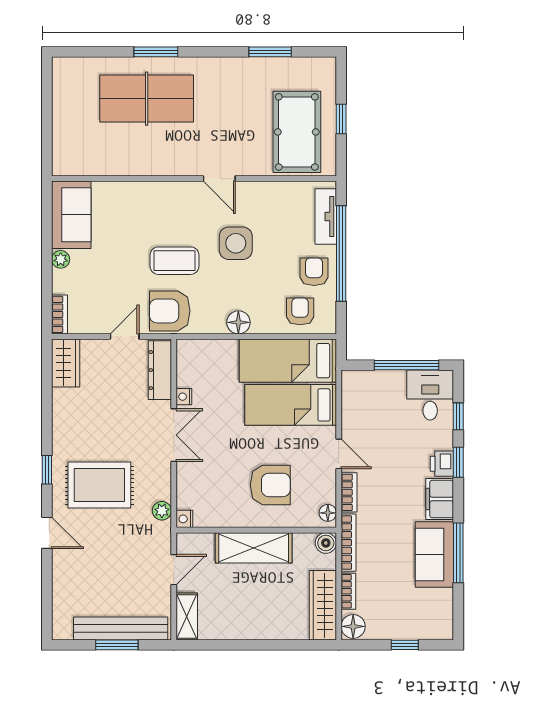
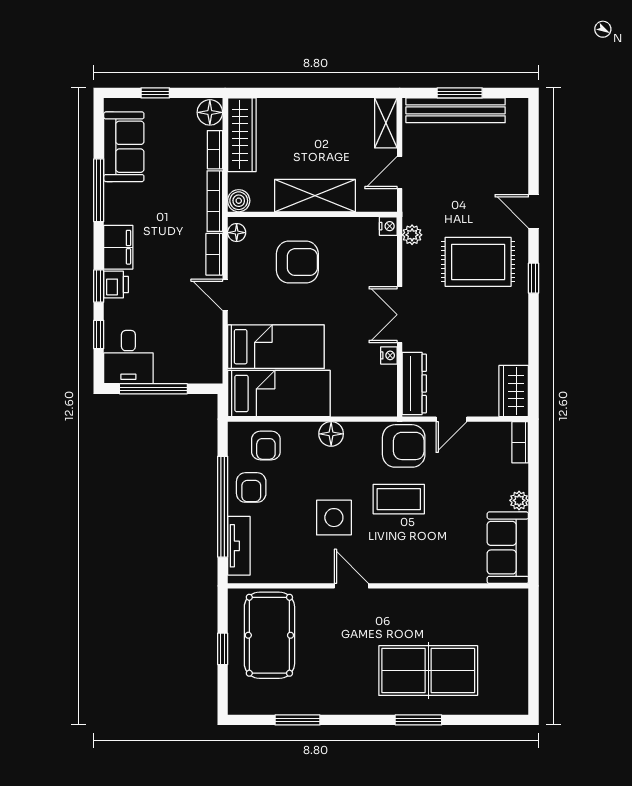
armchair: (270, 485) -> (297, 262), turned 180
sofa: (434, 554) -> (124, 147), moved

